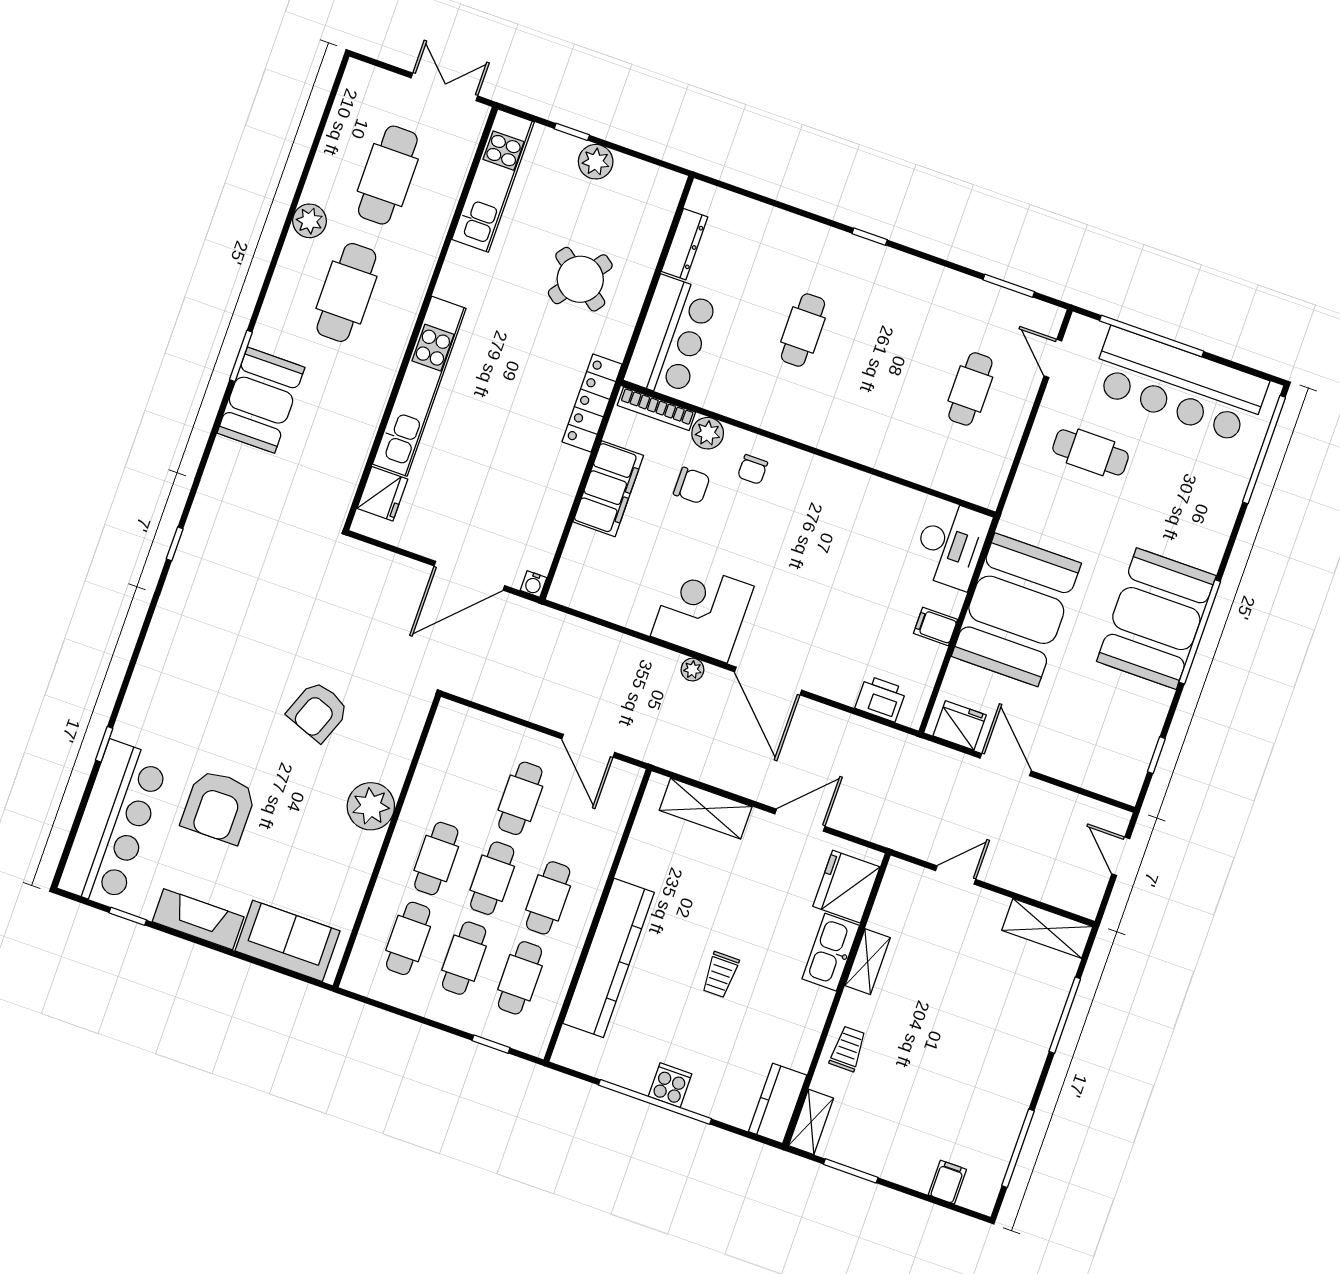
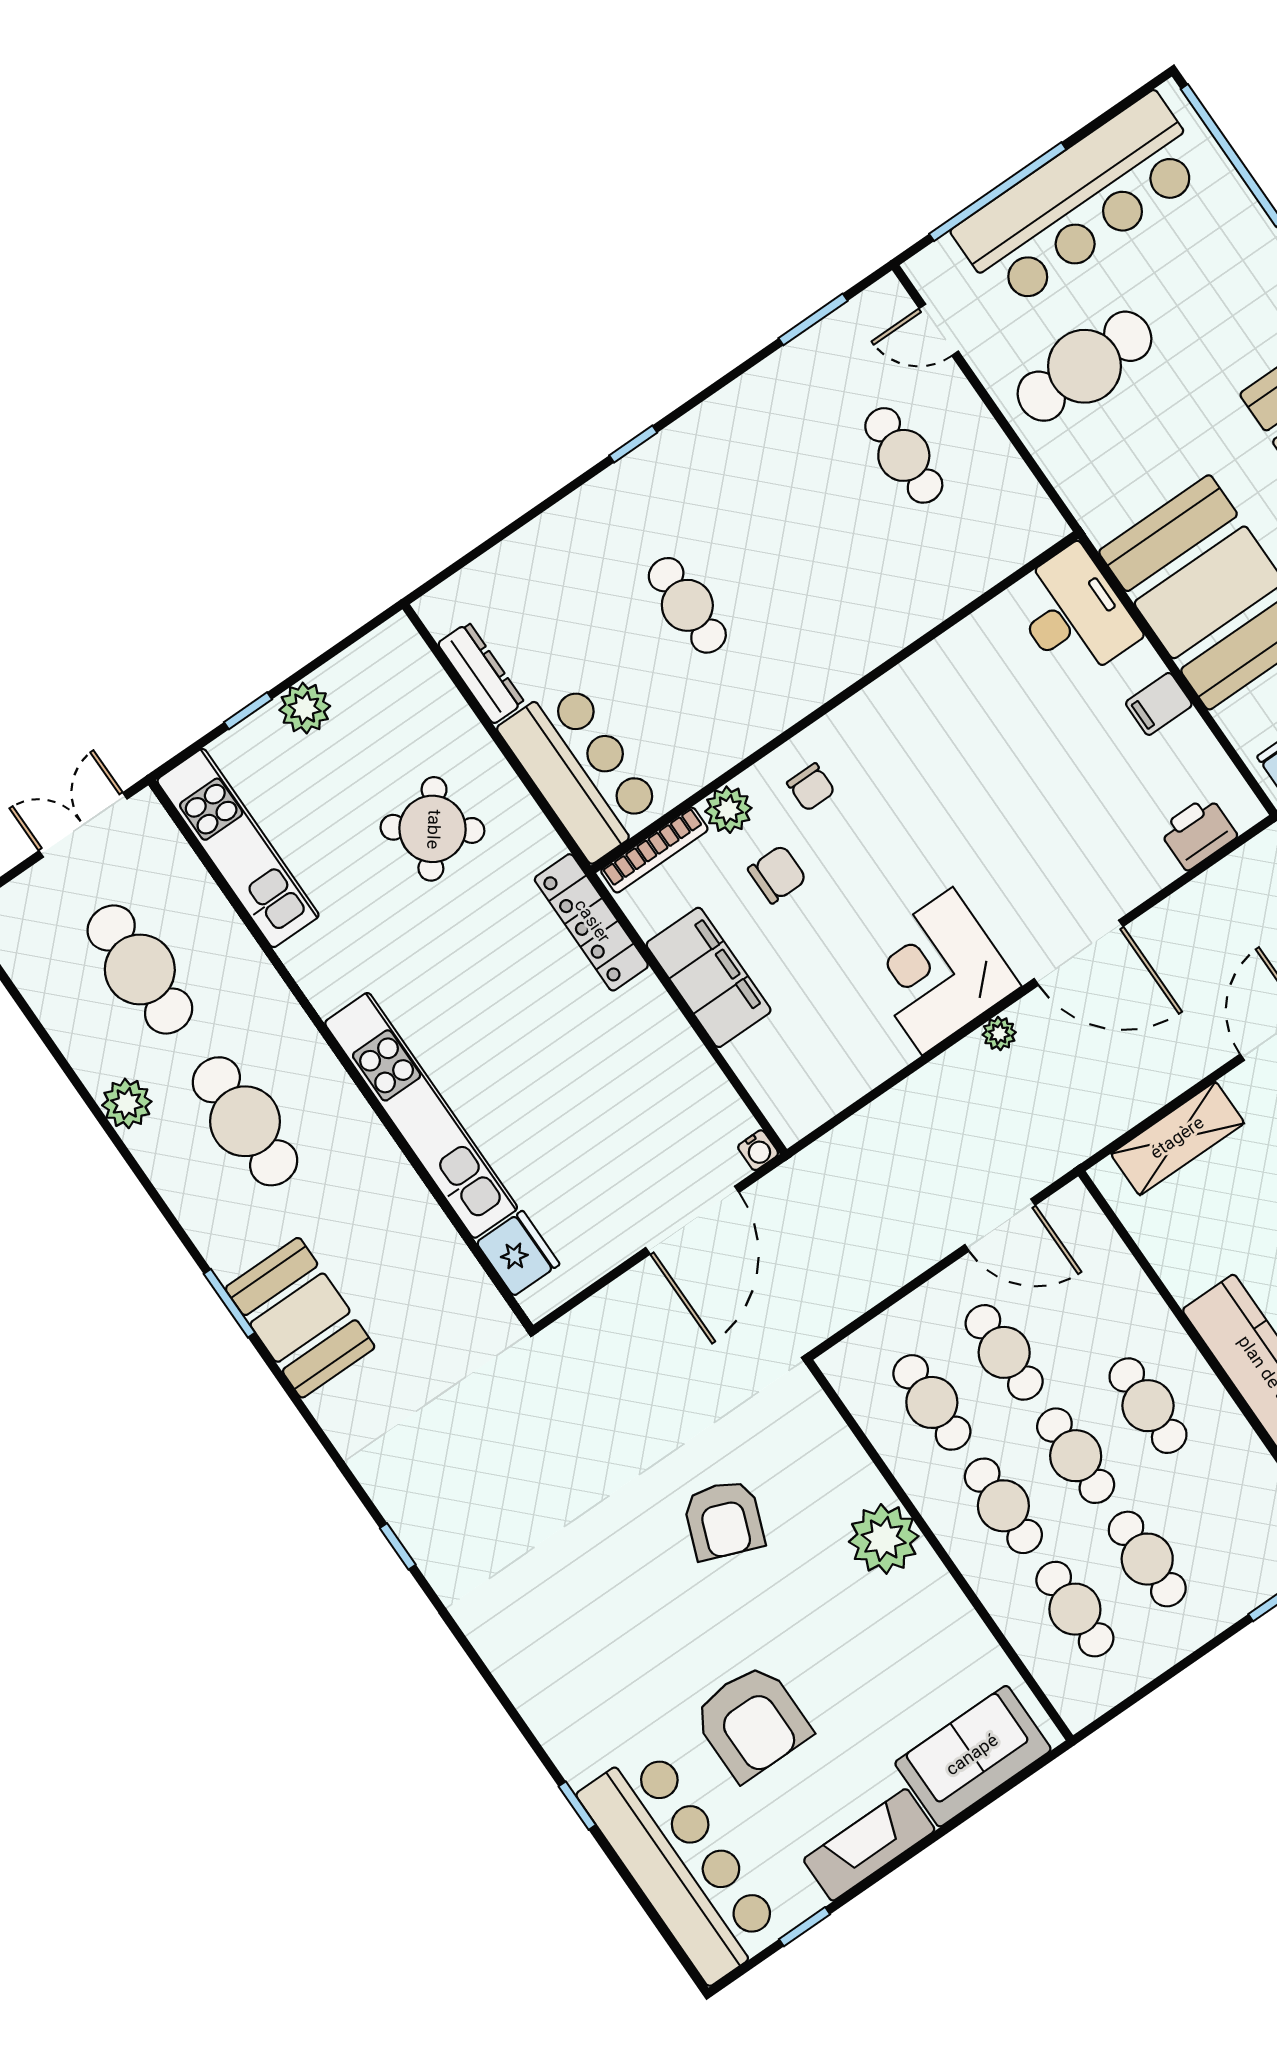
cafe table: (1091, 452) -> (1085, 366), width x1.37, depth x1.35
cafe table: (520, 978) -> (932, 1402), moved

